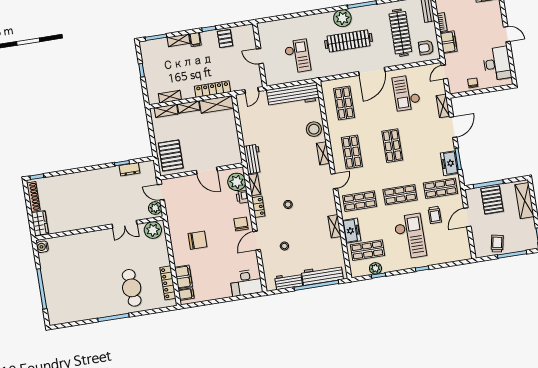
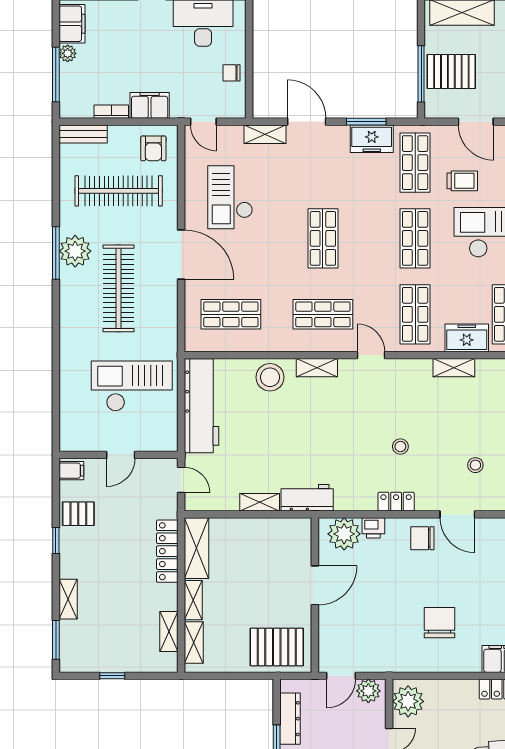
plant: (342, 18) -> (75, 251), moved
filing cabinet: (195, 39) -> (71, 471), moved
checkout: (297, 56) -> (132, 386), width x1.36, depth x1.21
checkout: (406, 93) -> (230, 197), turned 90
shop shelf: (392, 146) -> (323, 238), turned 90
dresser: (129, 169) -> (290, 719), width x1.44
shelving: (254, 185) -> (260, 502), moved

